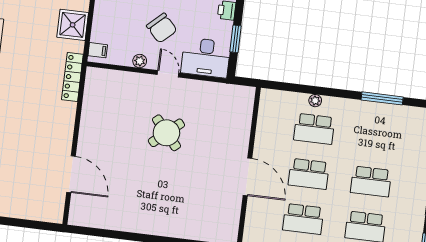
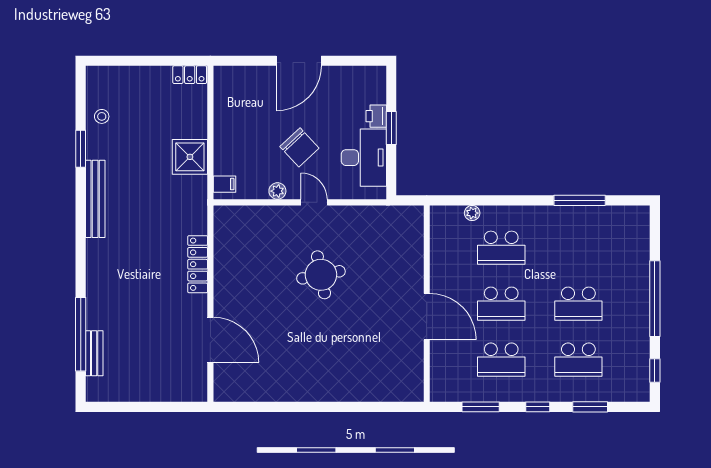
window: (236, 39) -> (391, 128), moved
desk: (206, 58) -> (364, 158), moved, turned -90
locker: (72, 77) -> (198, 264), moved
plant: (315, 101) -> (472, 213), moved
round table: (166, 133) -> (321, 275), turned 30

